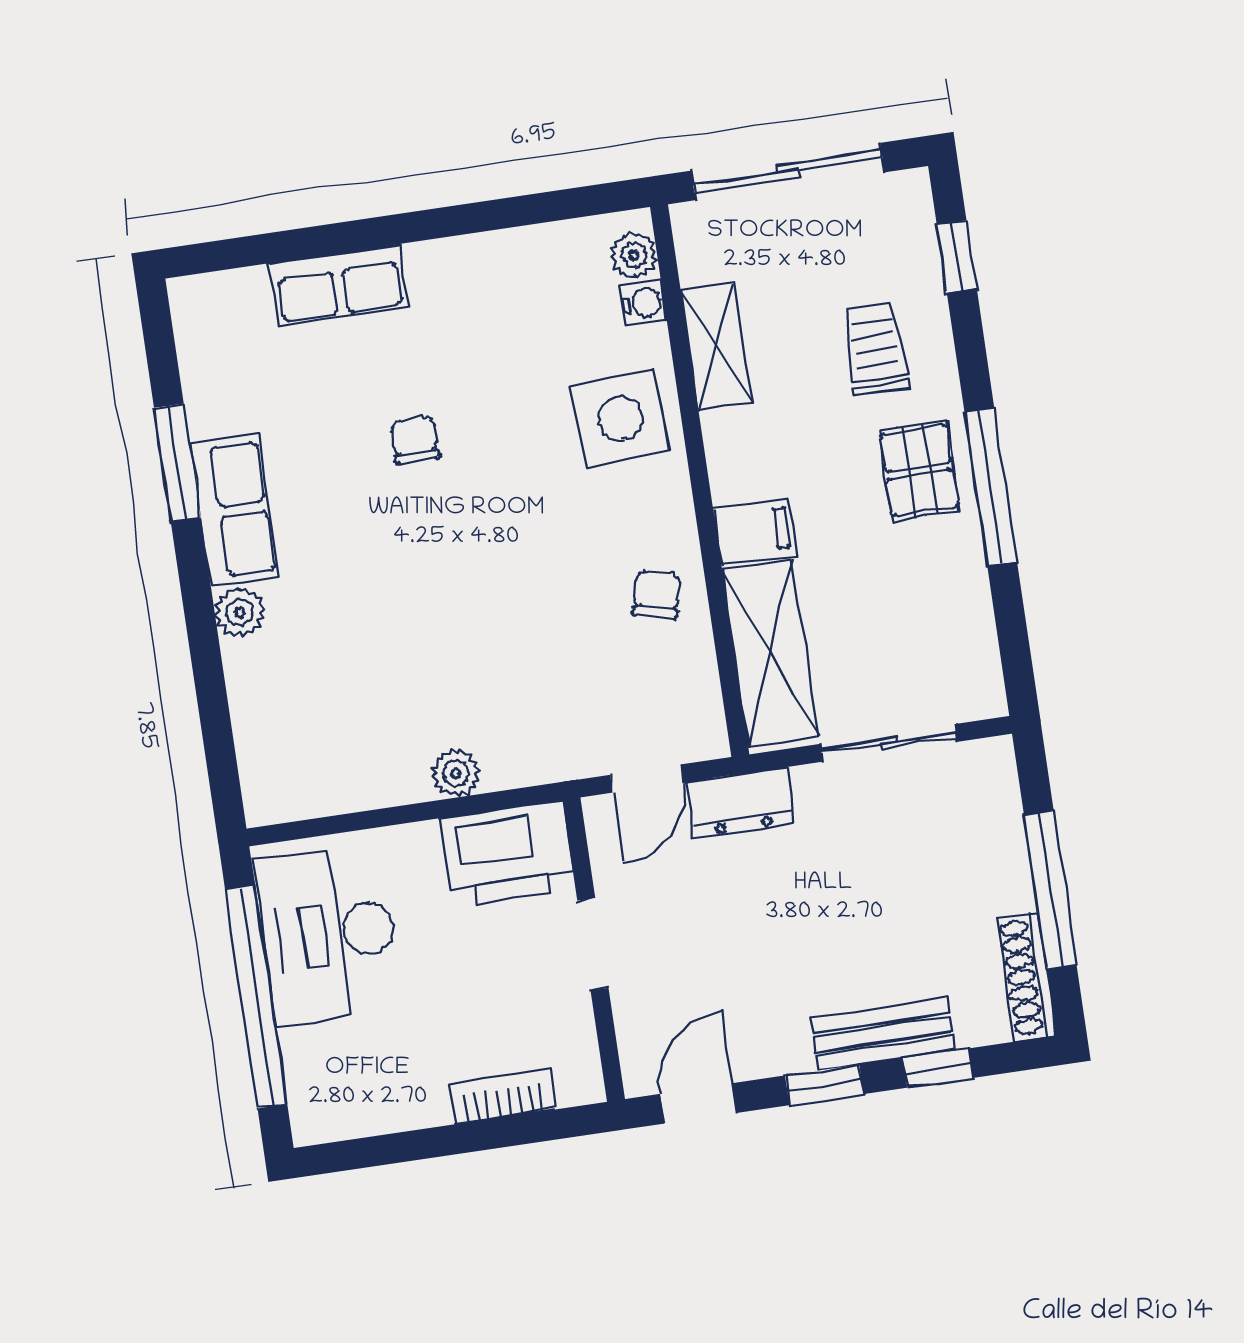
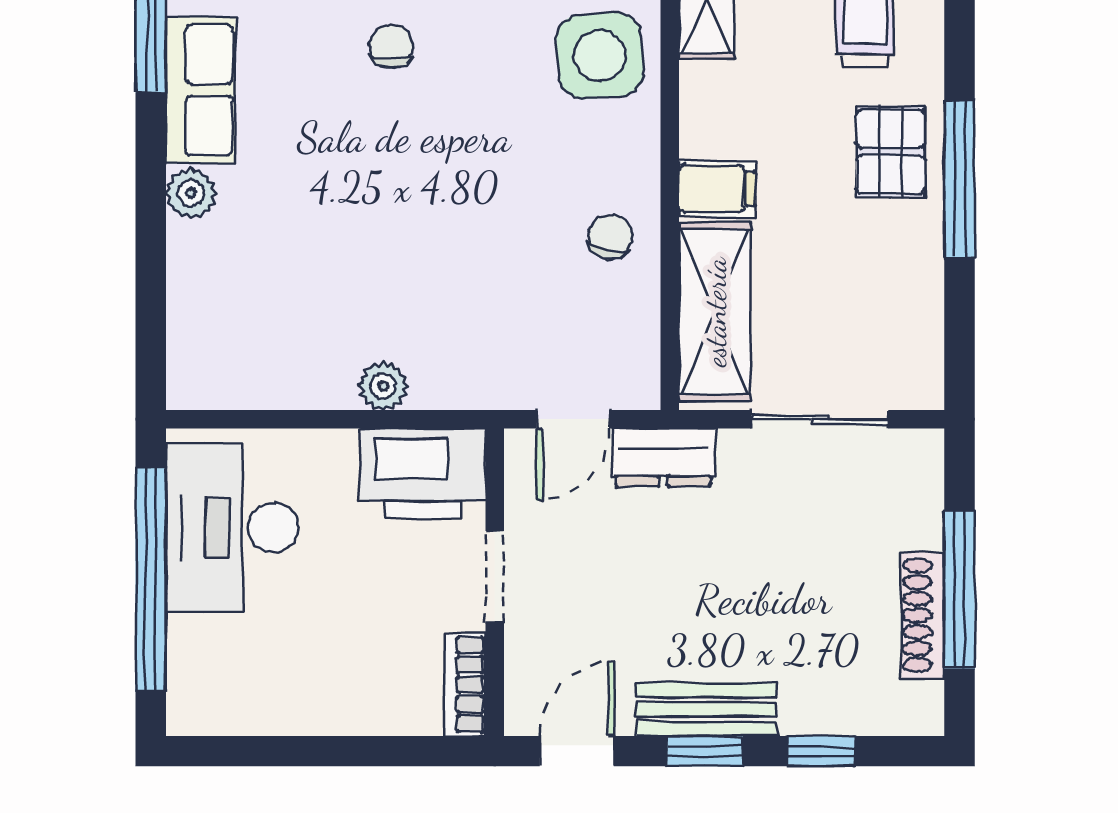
shoe rack: (1026, 977) -> (923, 615), moved
bench: (882, 1034) -> (706, 709), moved
bookcase: (503, 1097) -> (465, 685), moved, turned -90

